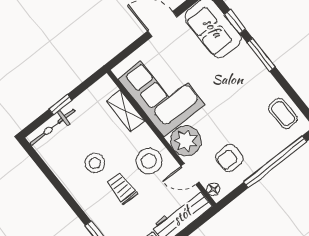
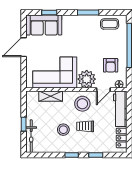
window: (261, 55) -> (88, 13), moved
window: (70, 200) -> (72, 155), added

